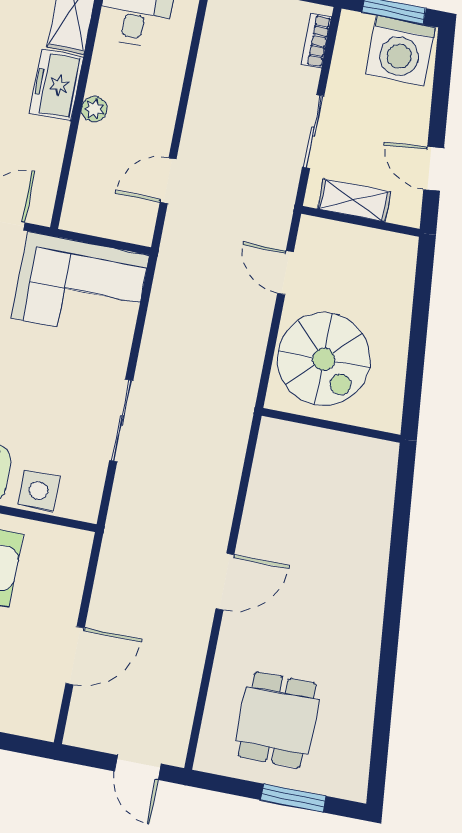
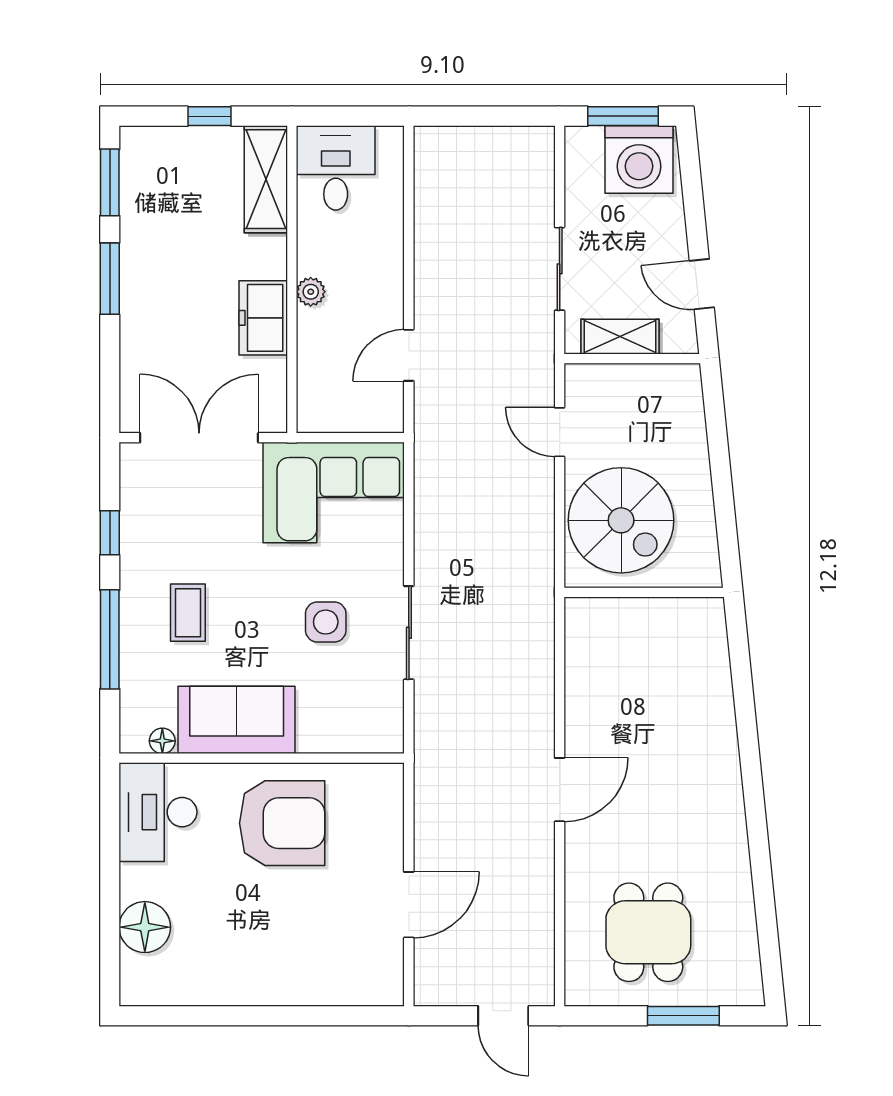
bookcase: (316, 41) -> (543, 167), removed
freezer: (56, 85) -> (263, 318), moved
side table: (38, 491) -> (326, 622), moved

